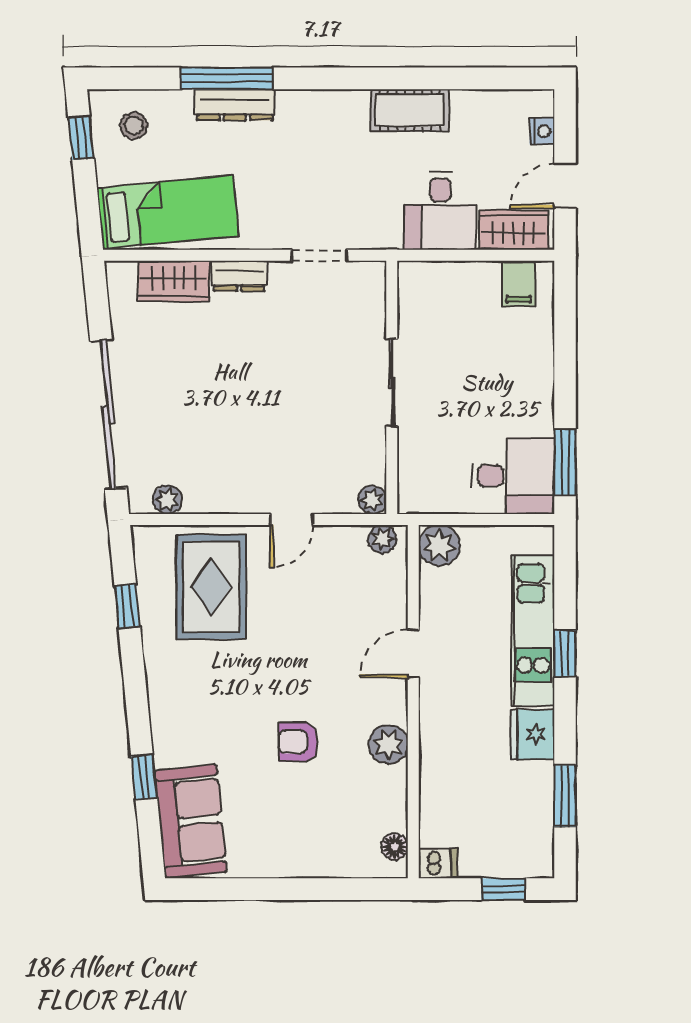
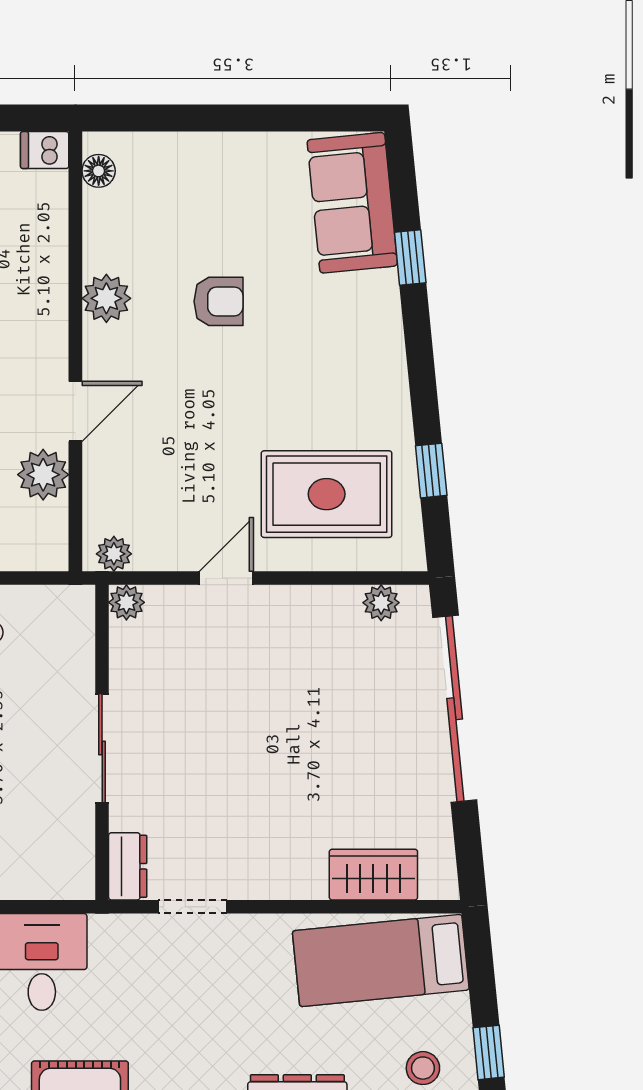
dresser: (239, 276) -> (128, 866), moved, turned 90
plant: (439, 545) -> (43, 475), moved
rug: (211, 587) -> (327, 494), turned 90

